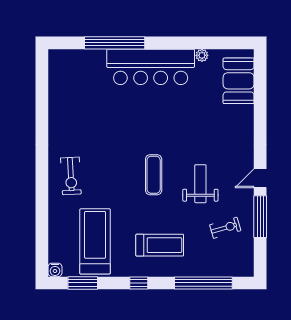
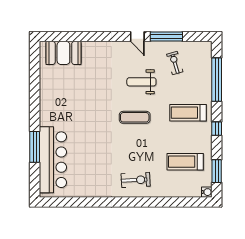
window: (115, 43) -> (35, 147), width x0.68
plant: (202, 55) -> (44, 81), removed
bar counter: (151, 67) -> (53, 160), moved
treadmill: (95, 241) -> (185, 162), width x0.73, depth x0.73
treadmill: (160, 245) -> (188, 113), turned -90

